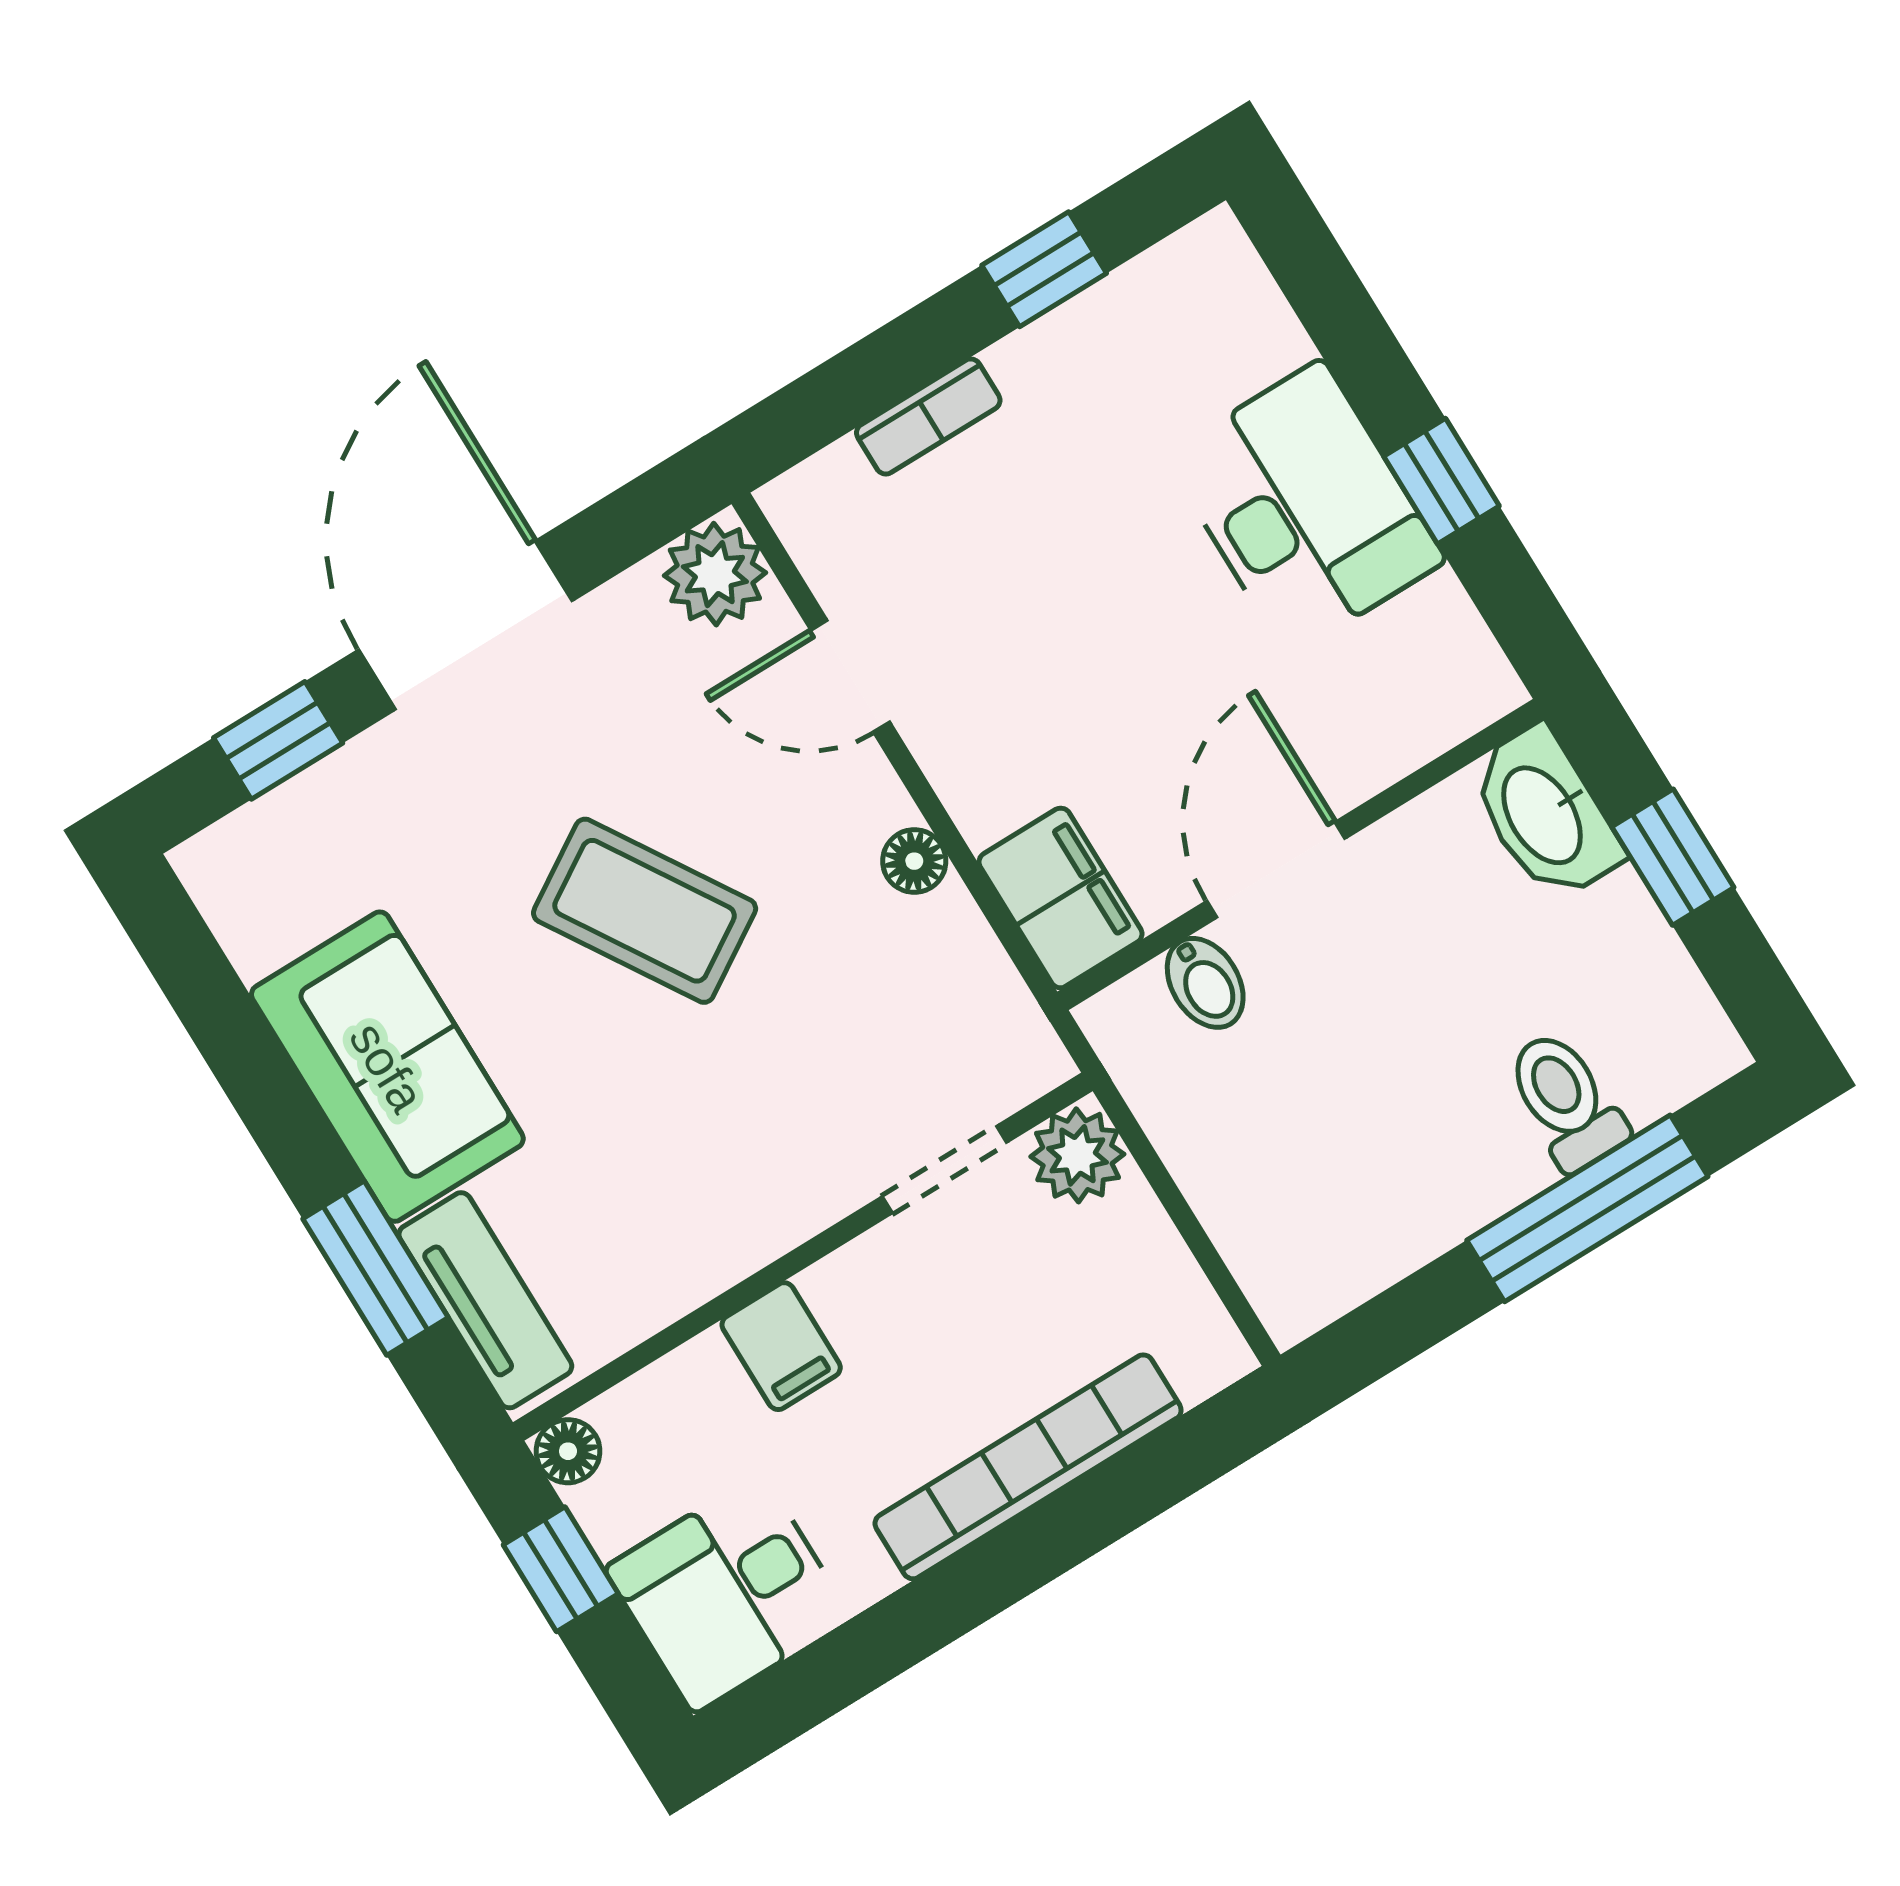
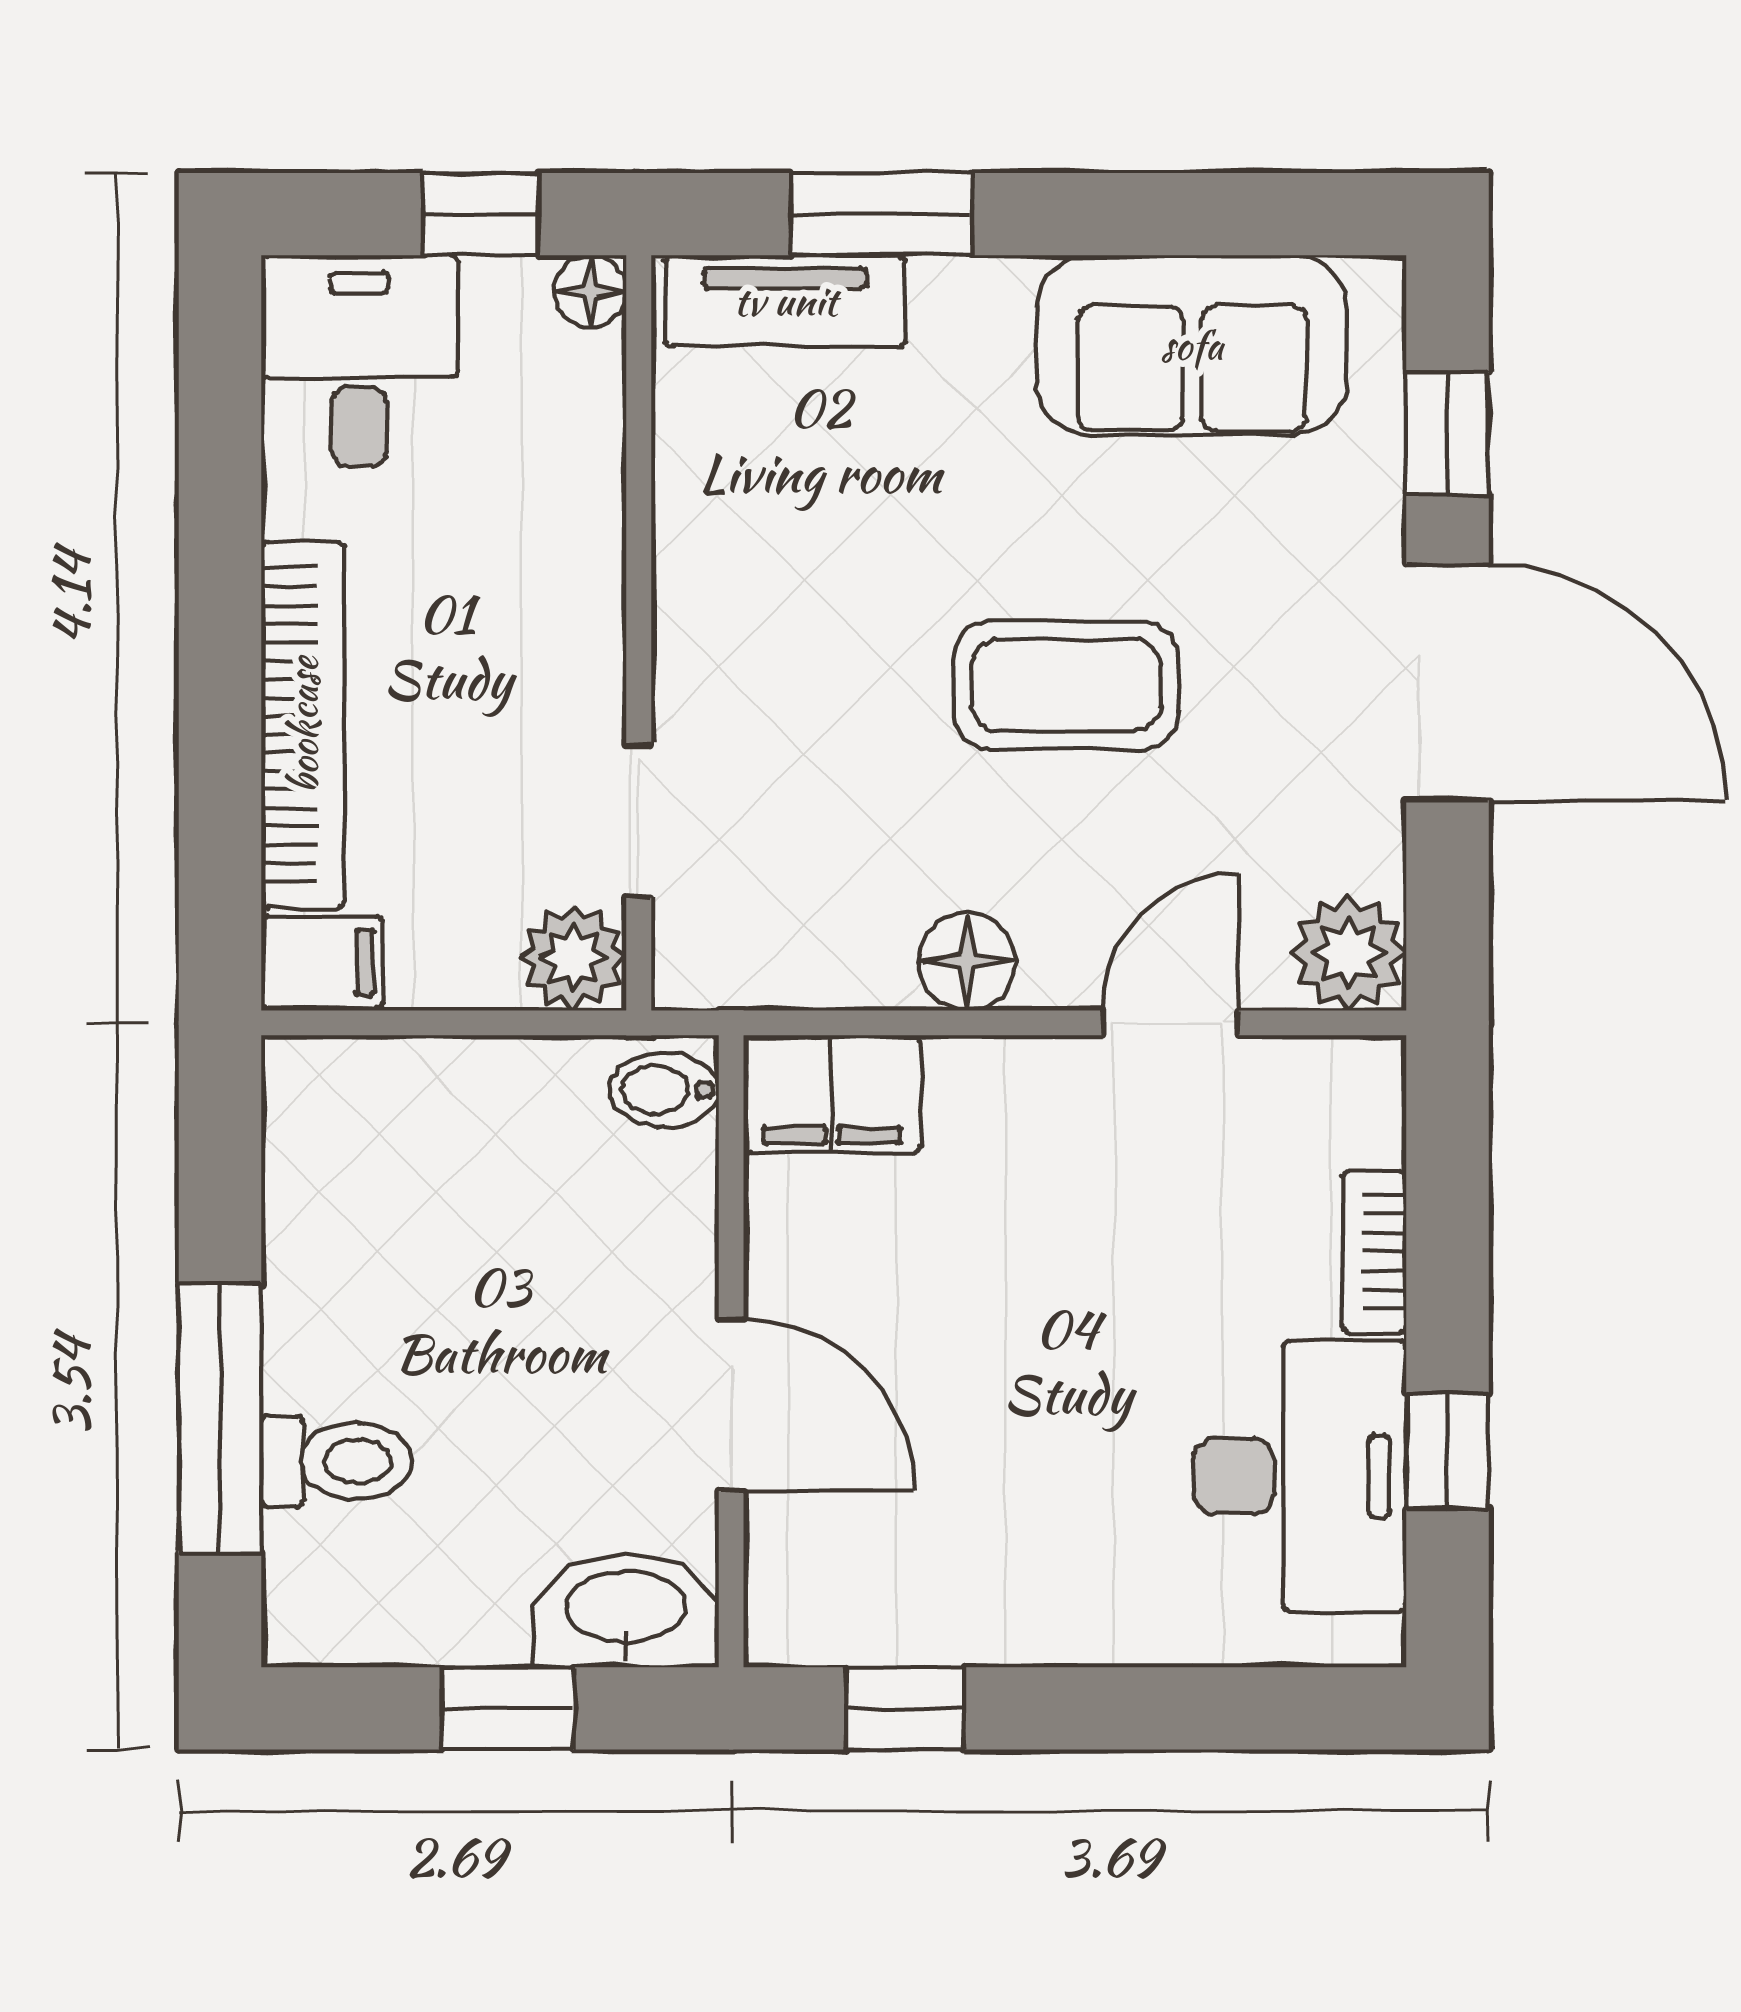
window: (1441, 481) -> (905, 1708), moved
desk: (1305, 508) -> (1300, 1476), moved, turned -90
floor lamp: (914, 861) -> (967, 962), width x1.37, depth x1.37
door: (1276, 870) -> (731, 1405), moved
coffee table: (645, 911) -> (1066, 685), turned 32
bidet: (1205, 983) -> (664, 1090), moved
sofa: (387, 1067) -> (1192, 345), moved
filing cabinet: (781, 1346) -> (322, 962), moved, turned 180

